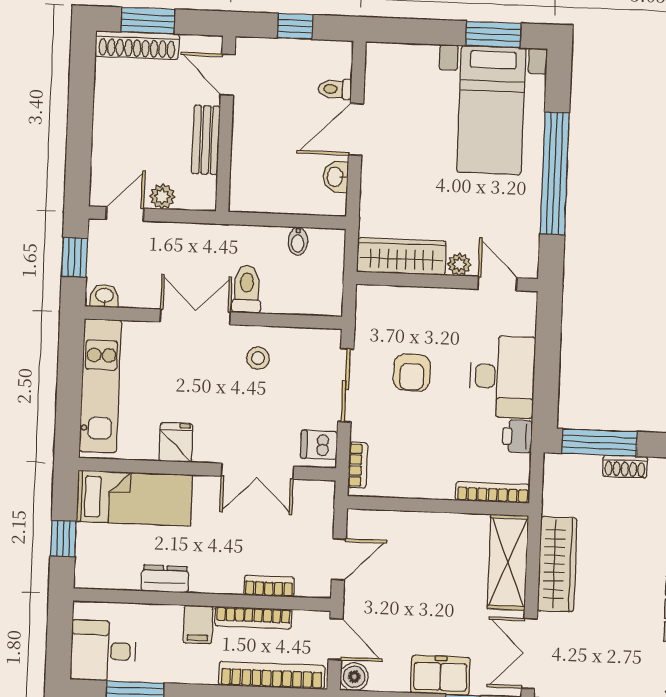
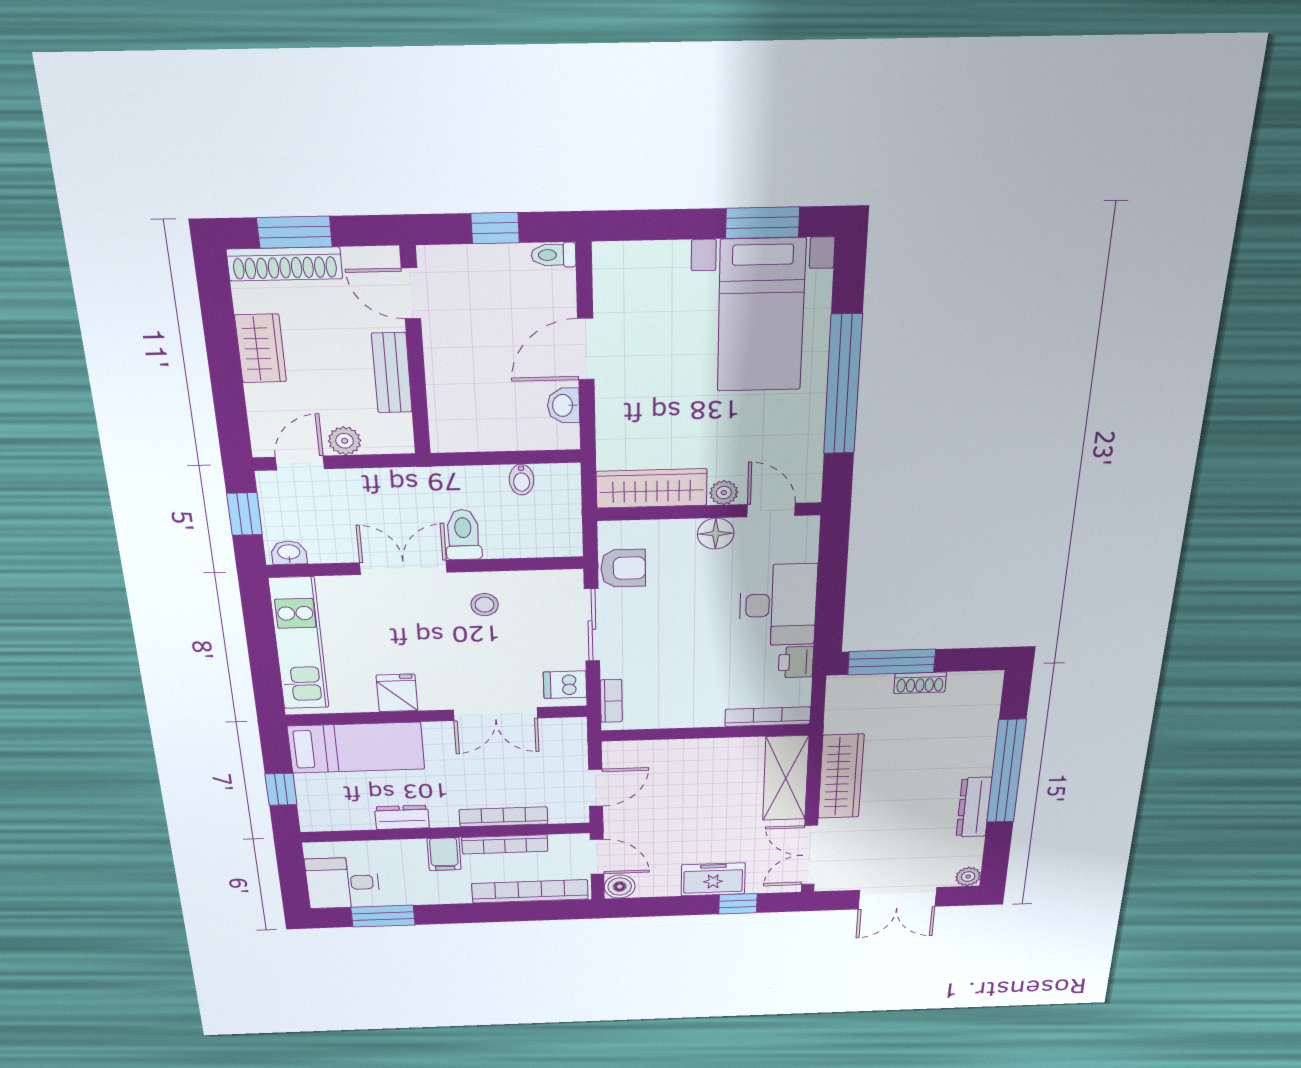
toilet: (335, 89) -> (554, 255), moved
wardrobe: (109, 113) -> (261, 348), added
floor lamp: (452, 303) -> (716, 534), added
armchair: (412, 372) -> (623, 568), moved, turned -90
bookcase: (269, 586) -> (504, 817), width x1.56

